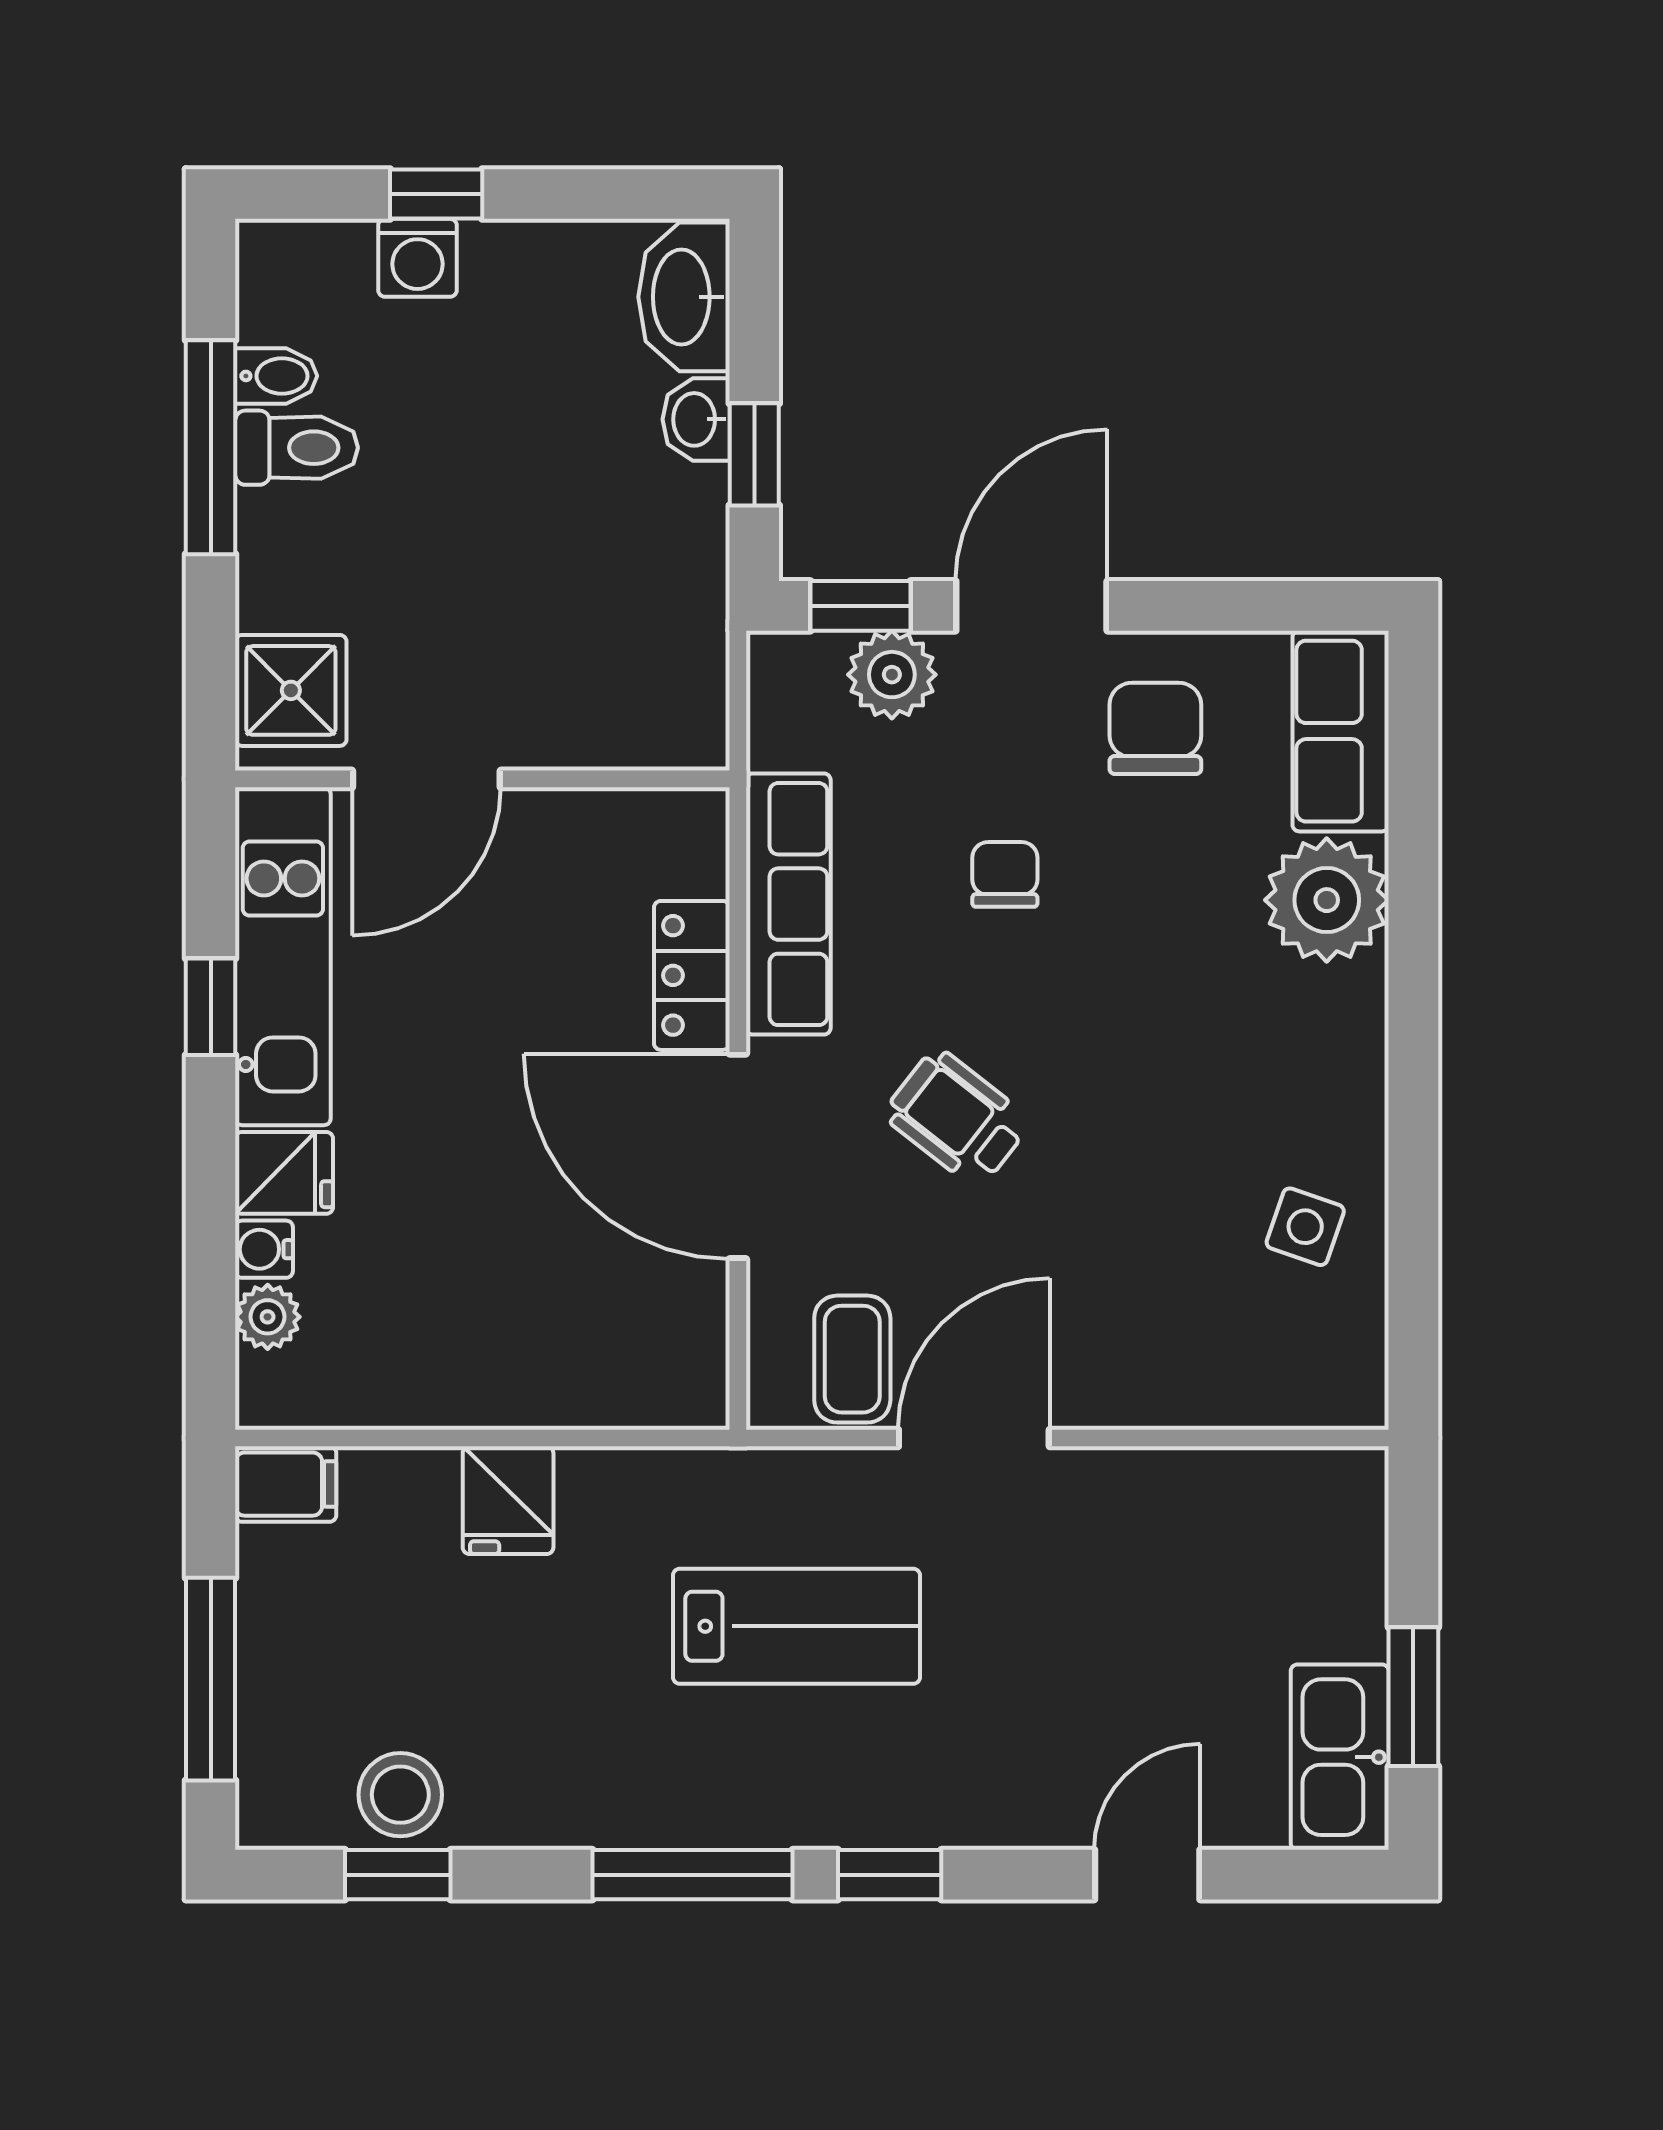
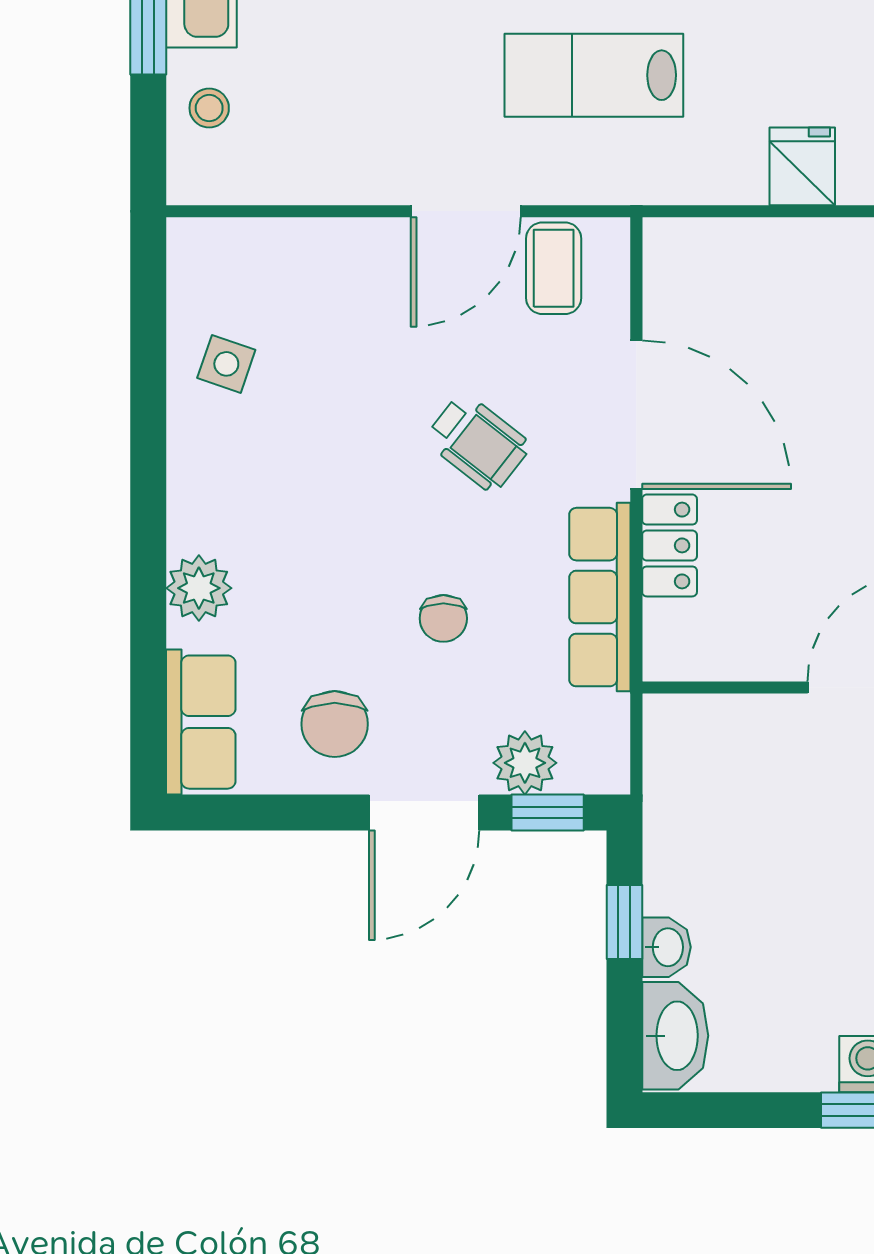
plant: (1327, 900) -> (199, 588), width x0.73, depth x0.73
stool: (1329, 1581) -> (209, 108), added

